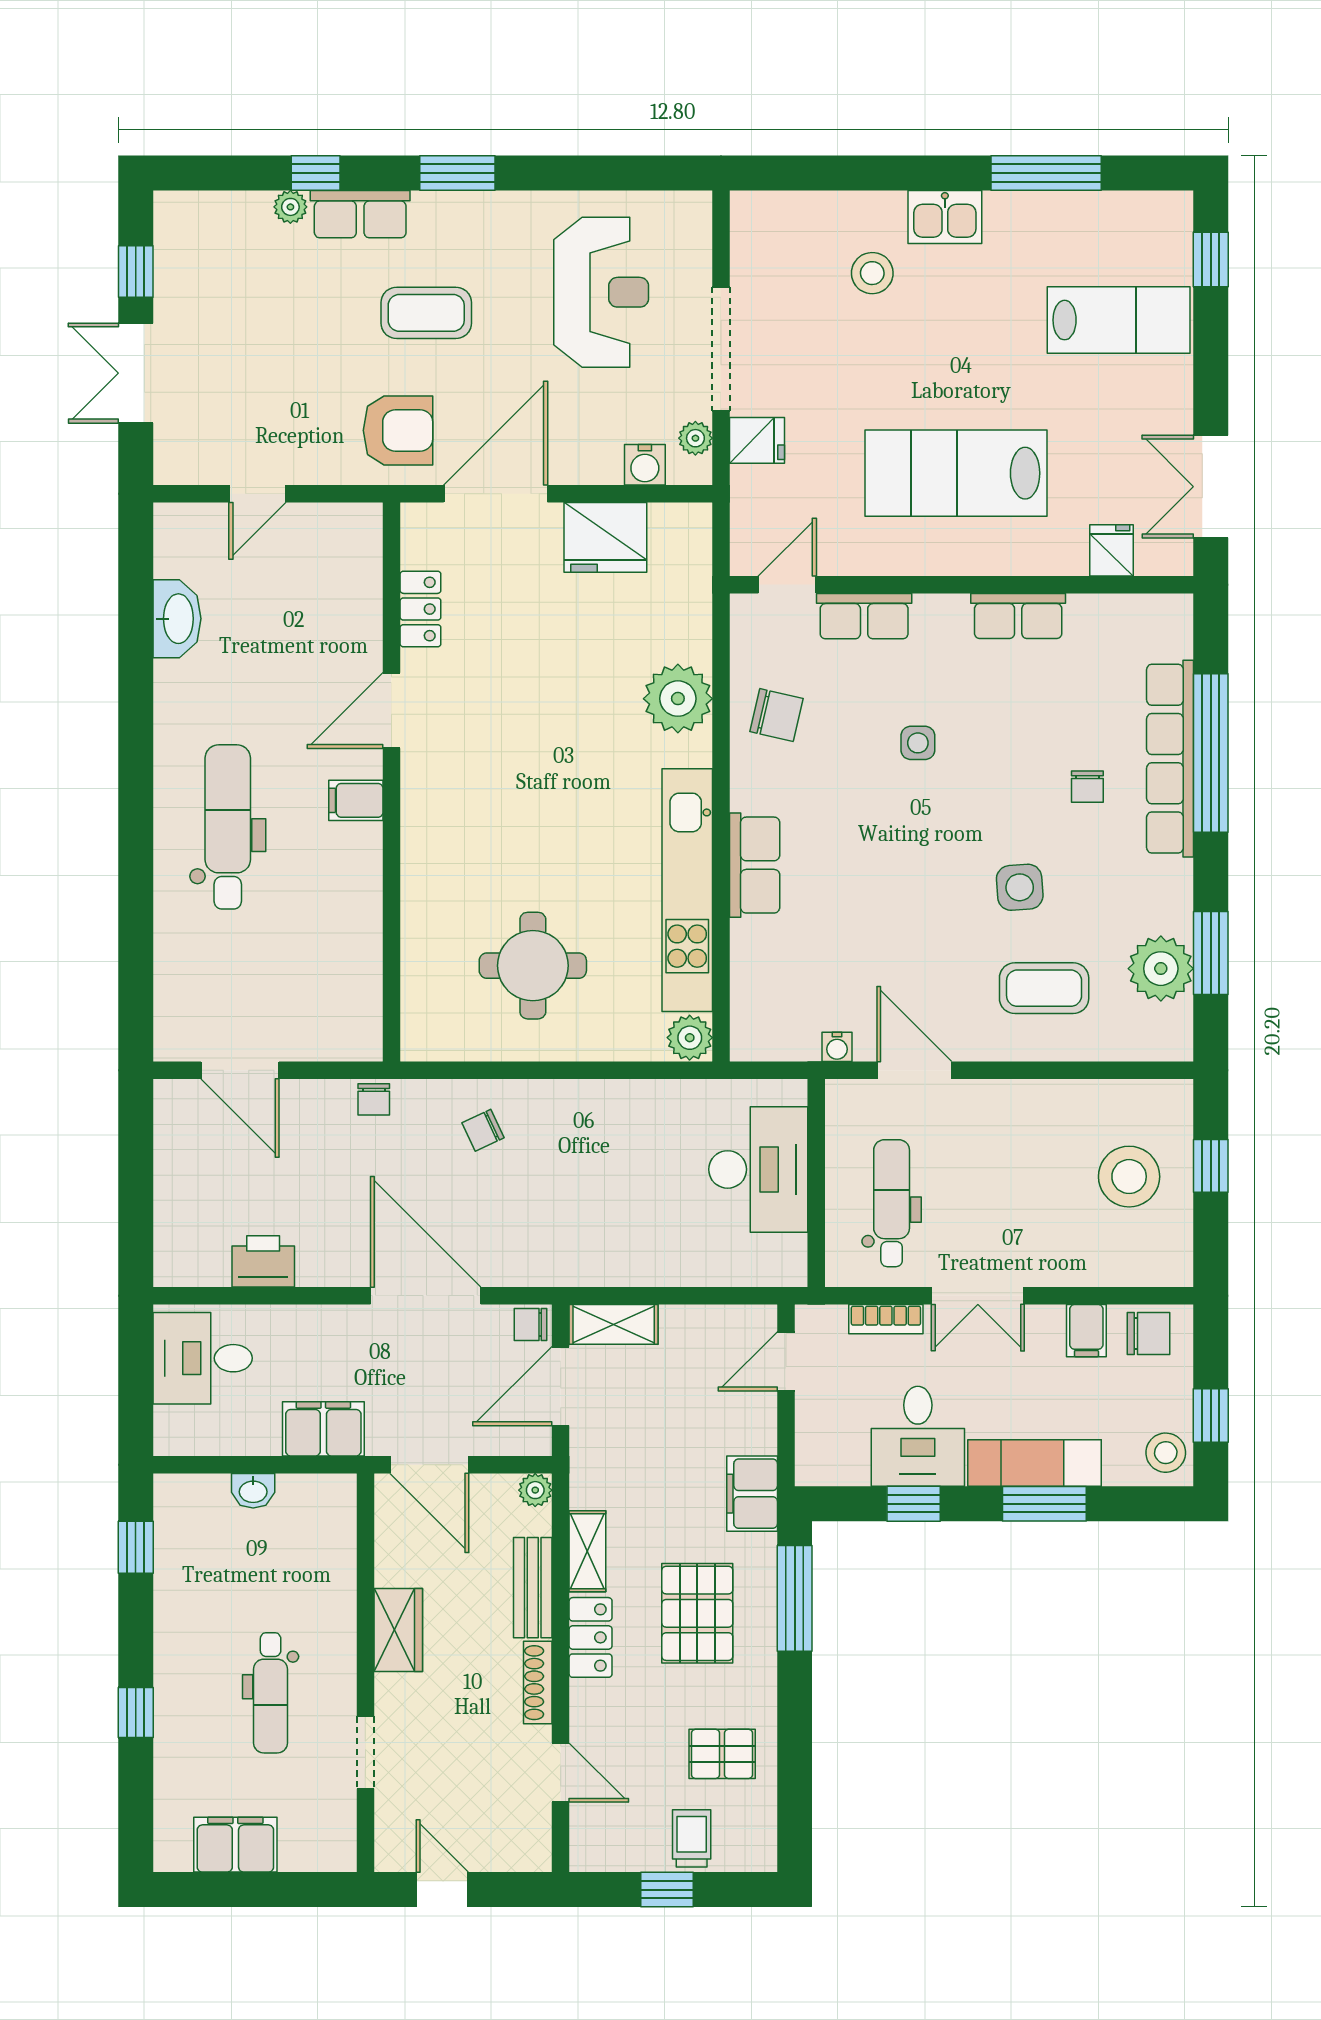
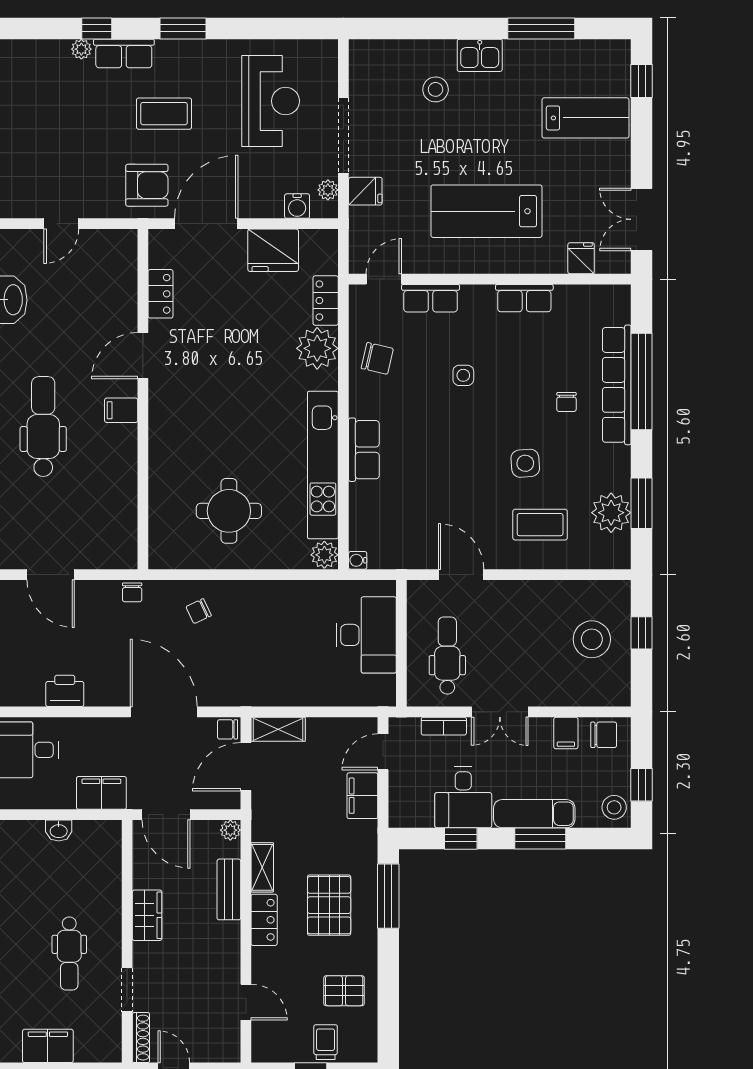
locker: (692, 620) -> (326, 301), added
water cooler: (837, 1047) -> (358, 560), moved, turned 90
filing cabinet: (752, 1494) -> (362, 796), moved
shoe rack: (538, 1683) -> (141, 1038), moved, turned 180

